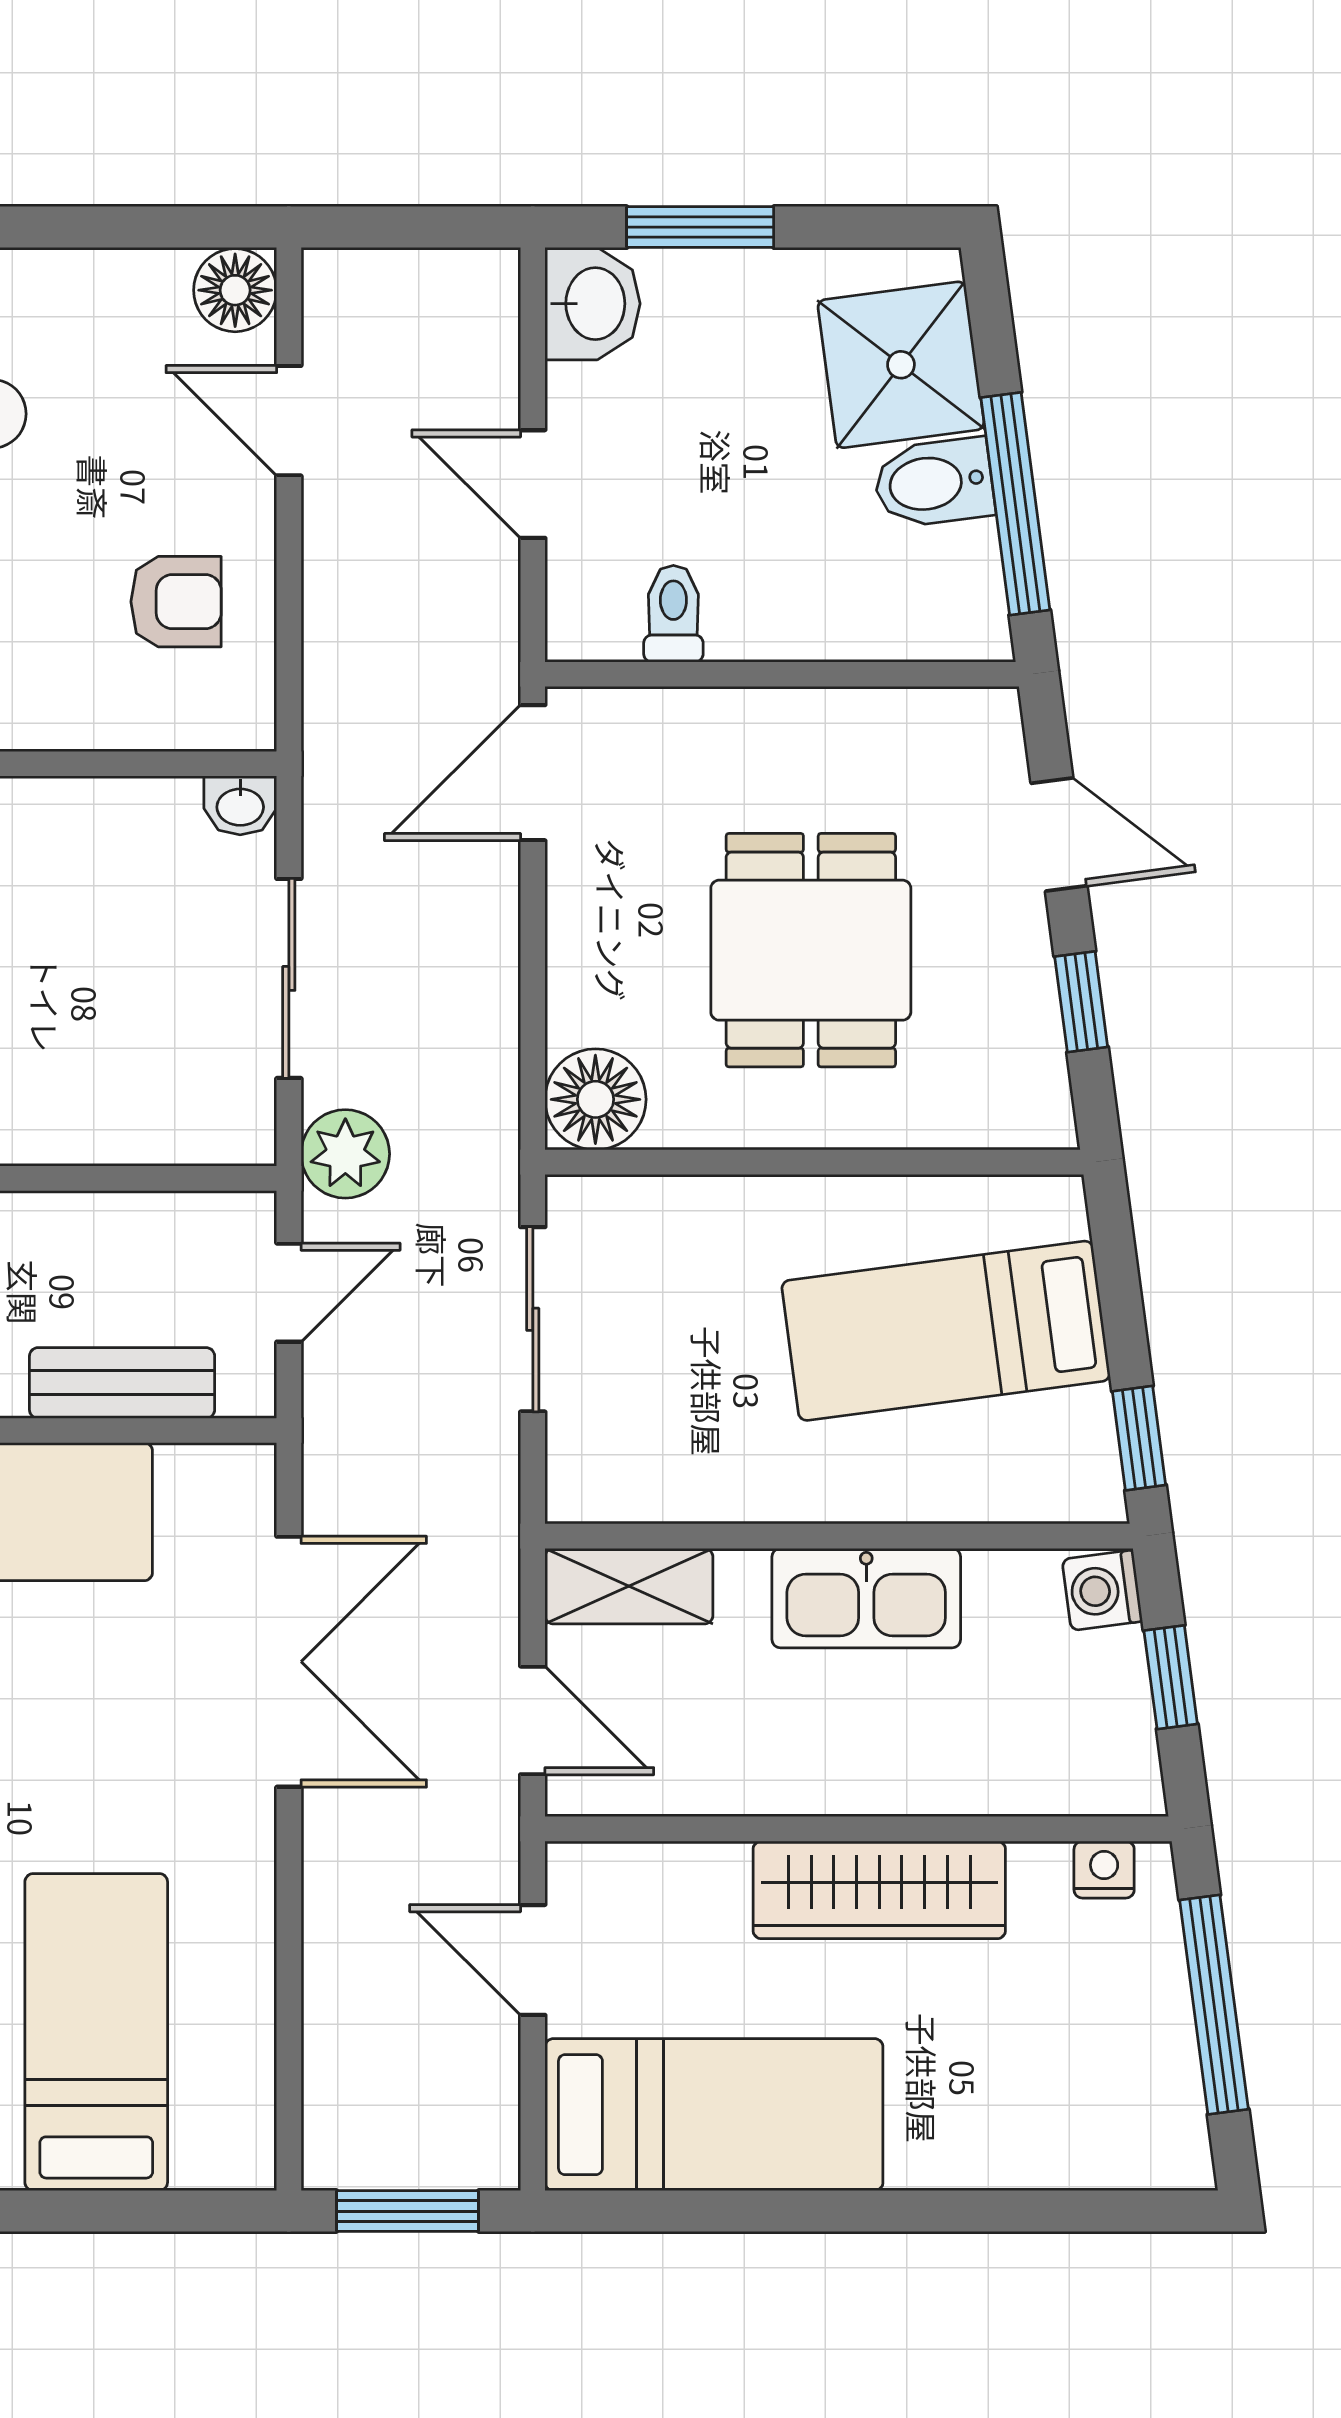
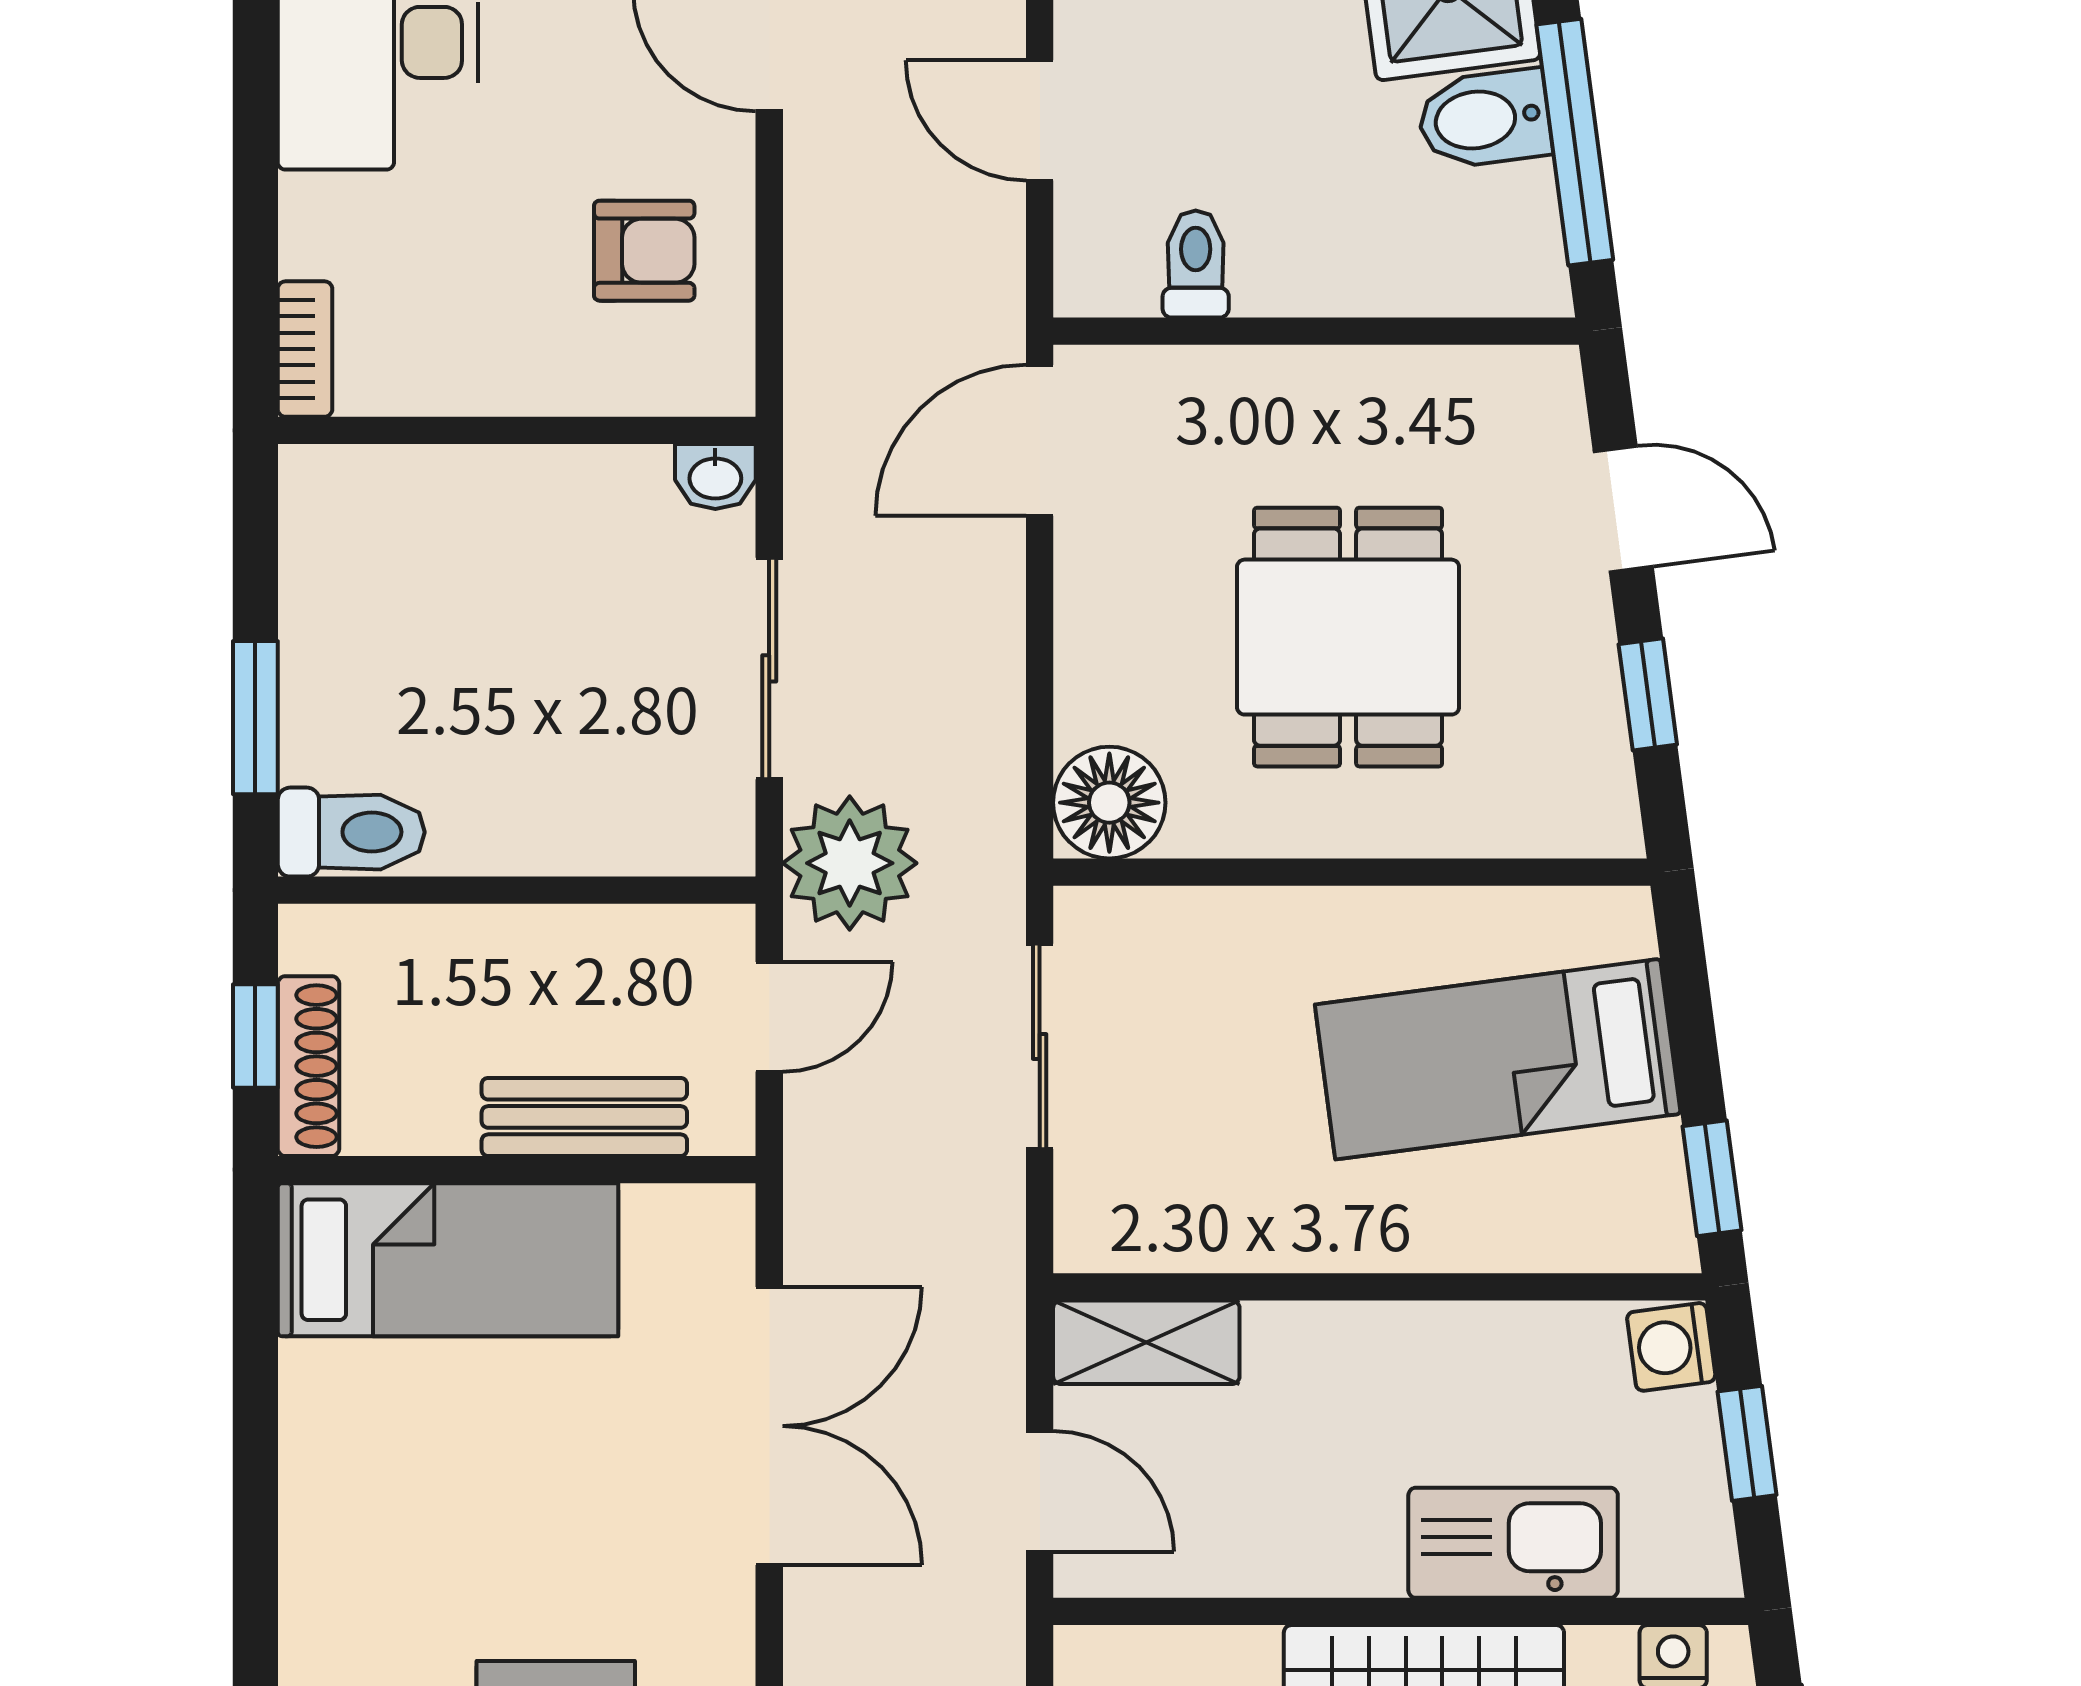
plant: (345, 1154) -> (850, 863), width x1.36, depth x1.36
kitchen sink: (866, 1598) -> (1513, 1543), moved, turned 180

